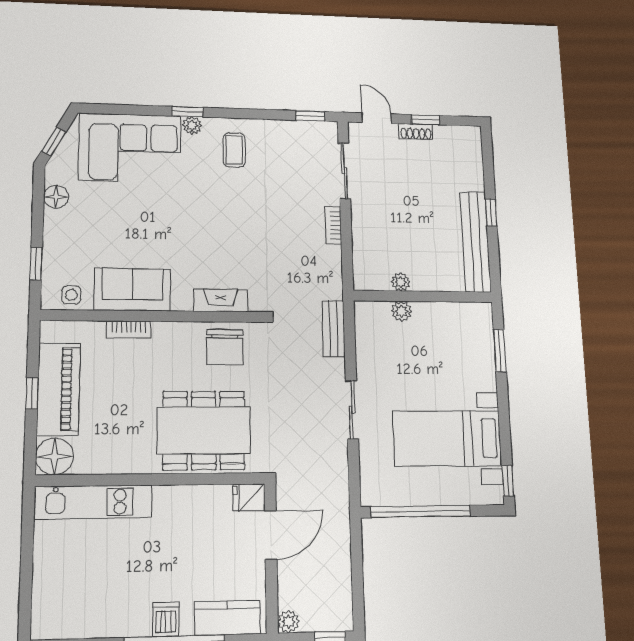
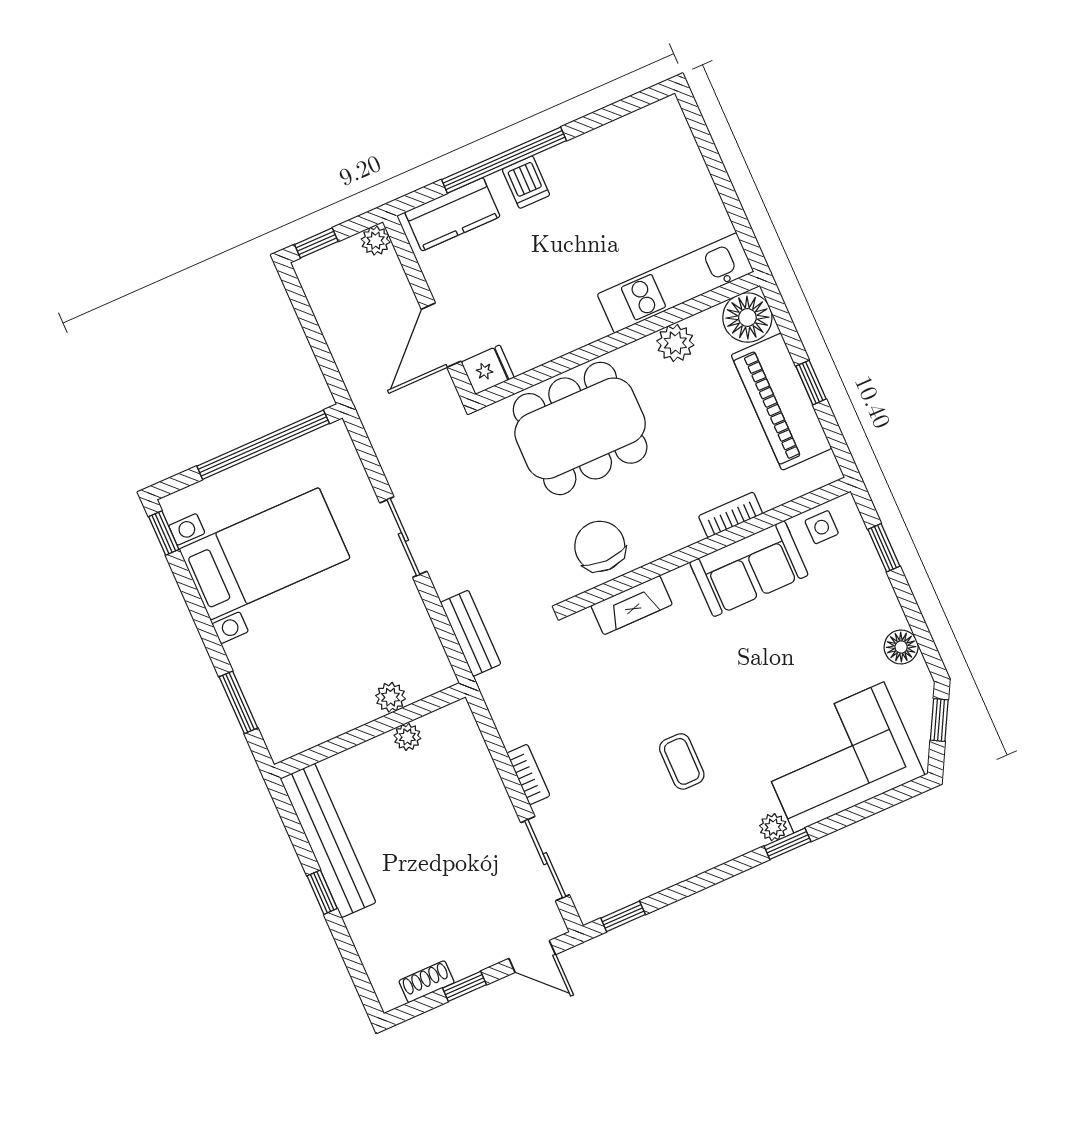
shoe rack: (416, 132) -> (427, 982), moved
coffee table: (234, 150) -> (682, 761), moved
plant: (113, 460) -> (675, 343), added

